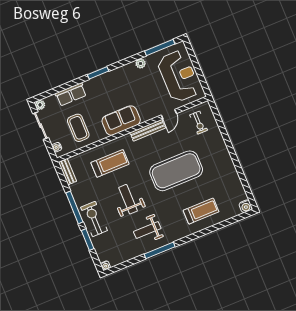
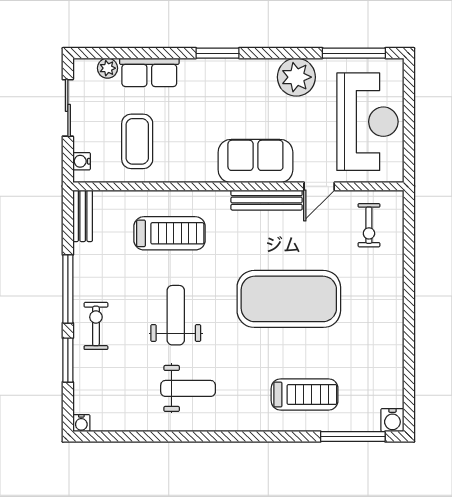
plant: (141, 63) -> (296, 77), width x1.88, depth x1.88
plant: (40, 105) -> (108, 68), moved
sofa: (121, 121) -> (255, 161), moved
exercise bike: (94, 219) -> (96, 326), width x0.73, depth x0.72
weight bench: (147, 230) -> (188, 388), turned 180
window: (160, 250) -> (353, 437), moved

